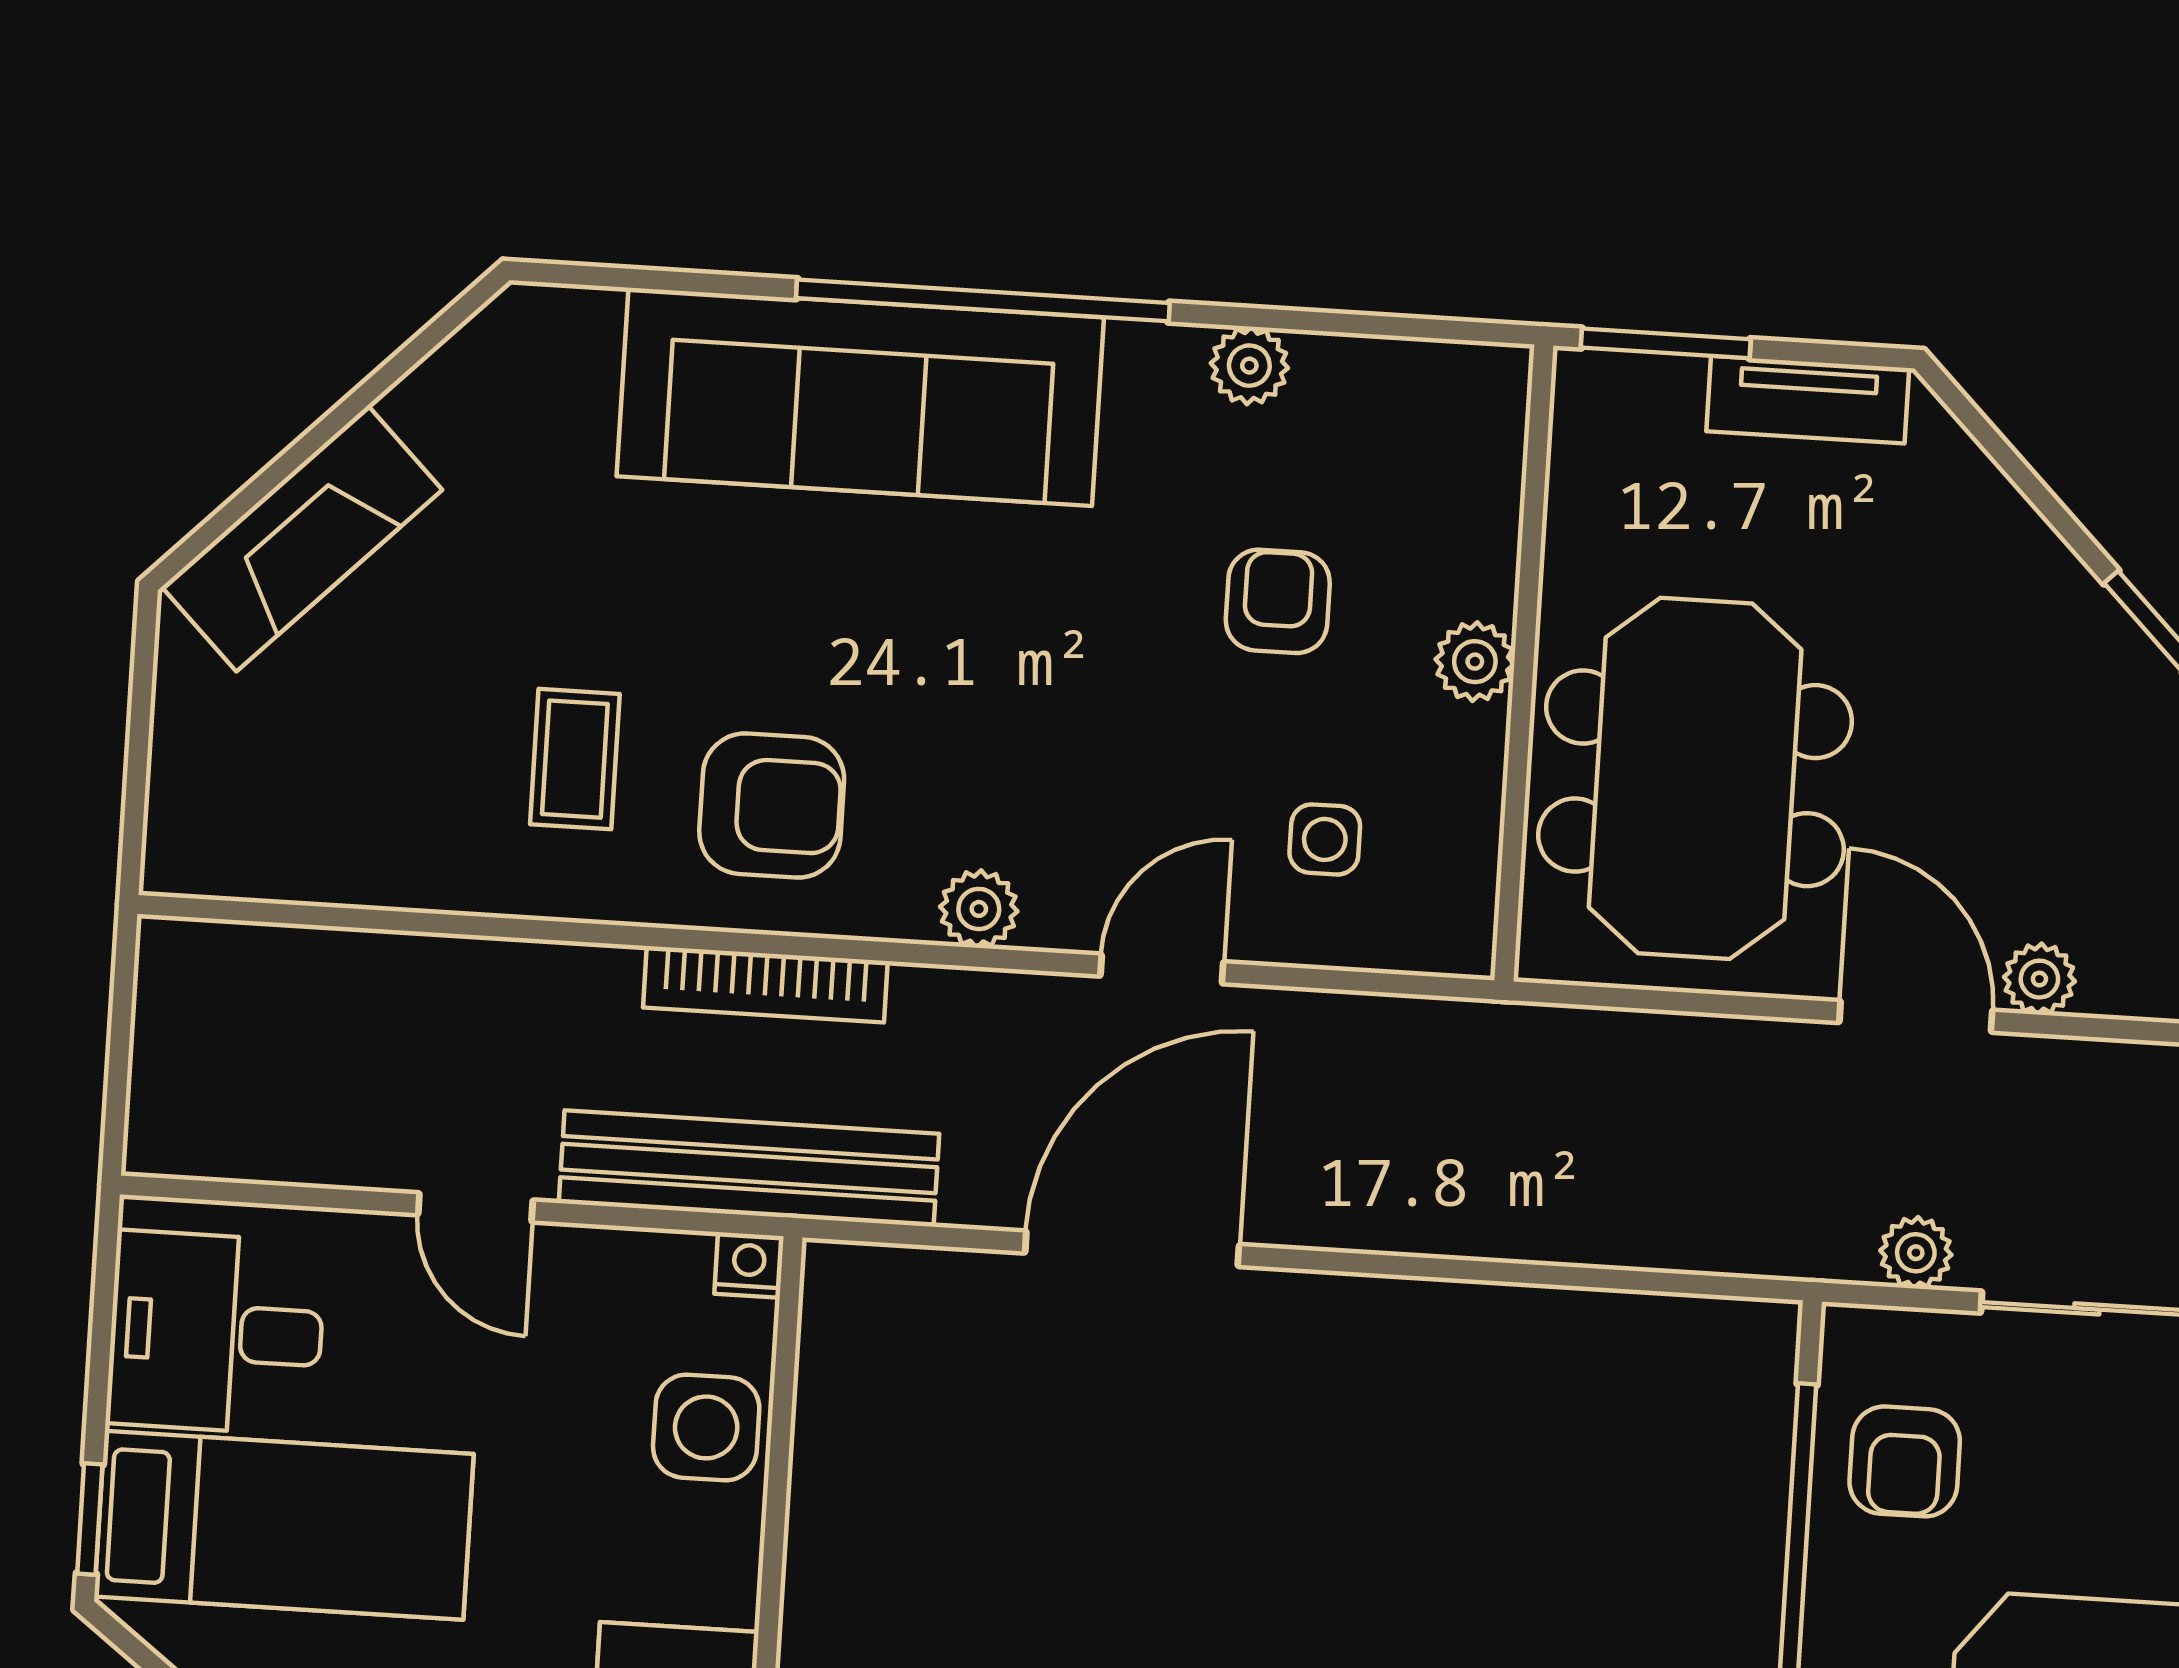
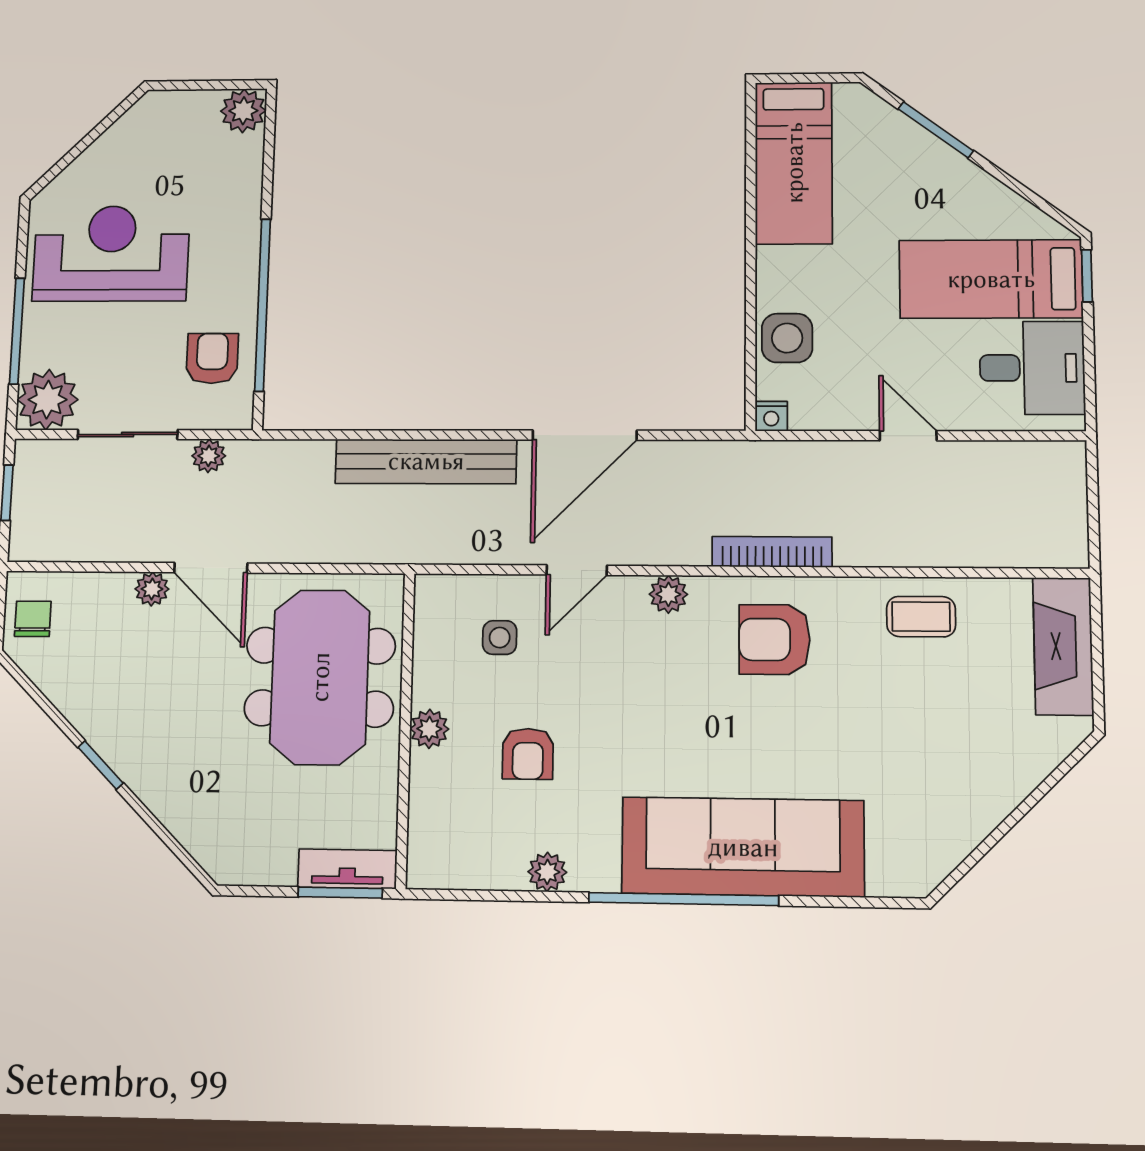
tv unit: (1808, 400) -> (347, 869), moved
fireplace: (302, 538) -> (1063, 646), moved, turned -45
coffee table: (575, 759) -> (921, 617), moved, turned 90
bench: (749, 1168) -> (426, 461), moved

